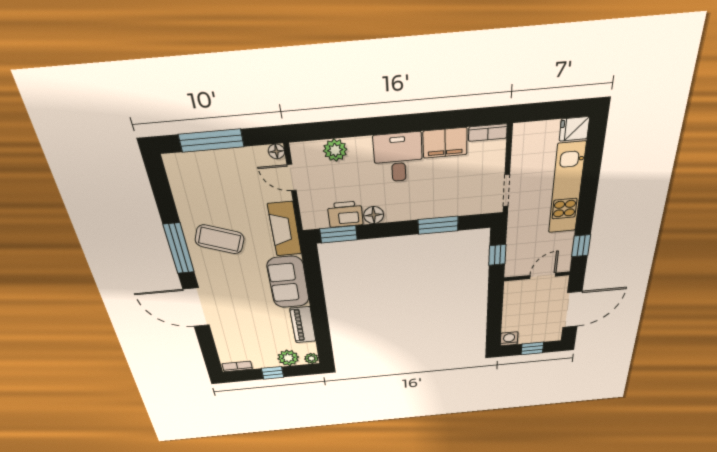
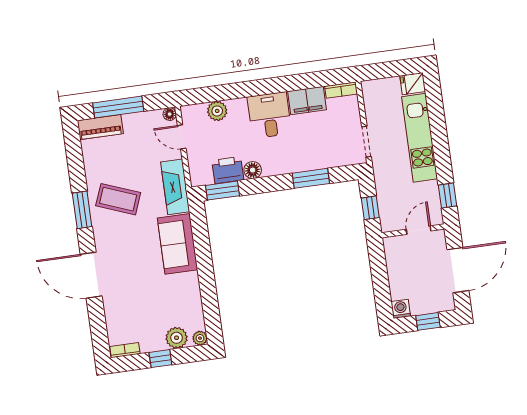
window: (179, 249) -> (82, 210), width x0.69
piano: (303, 325) -> (100, 127), moved, turned -90

